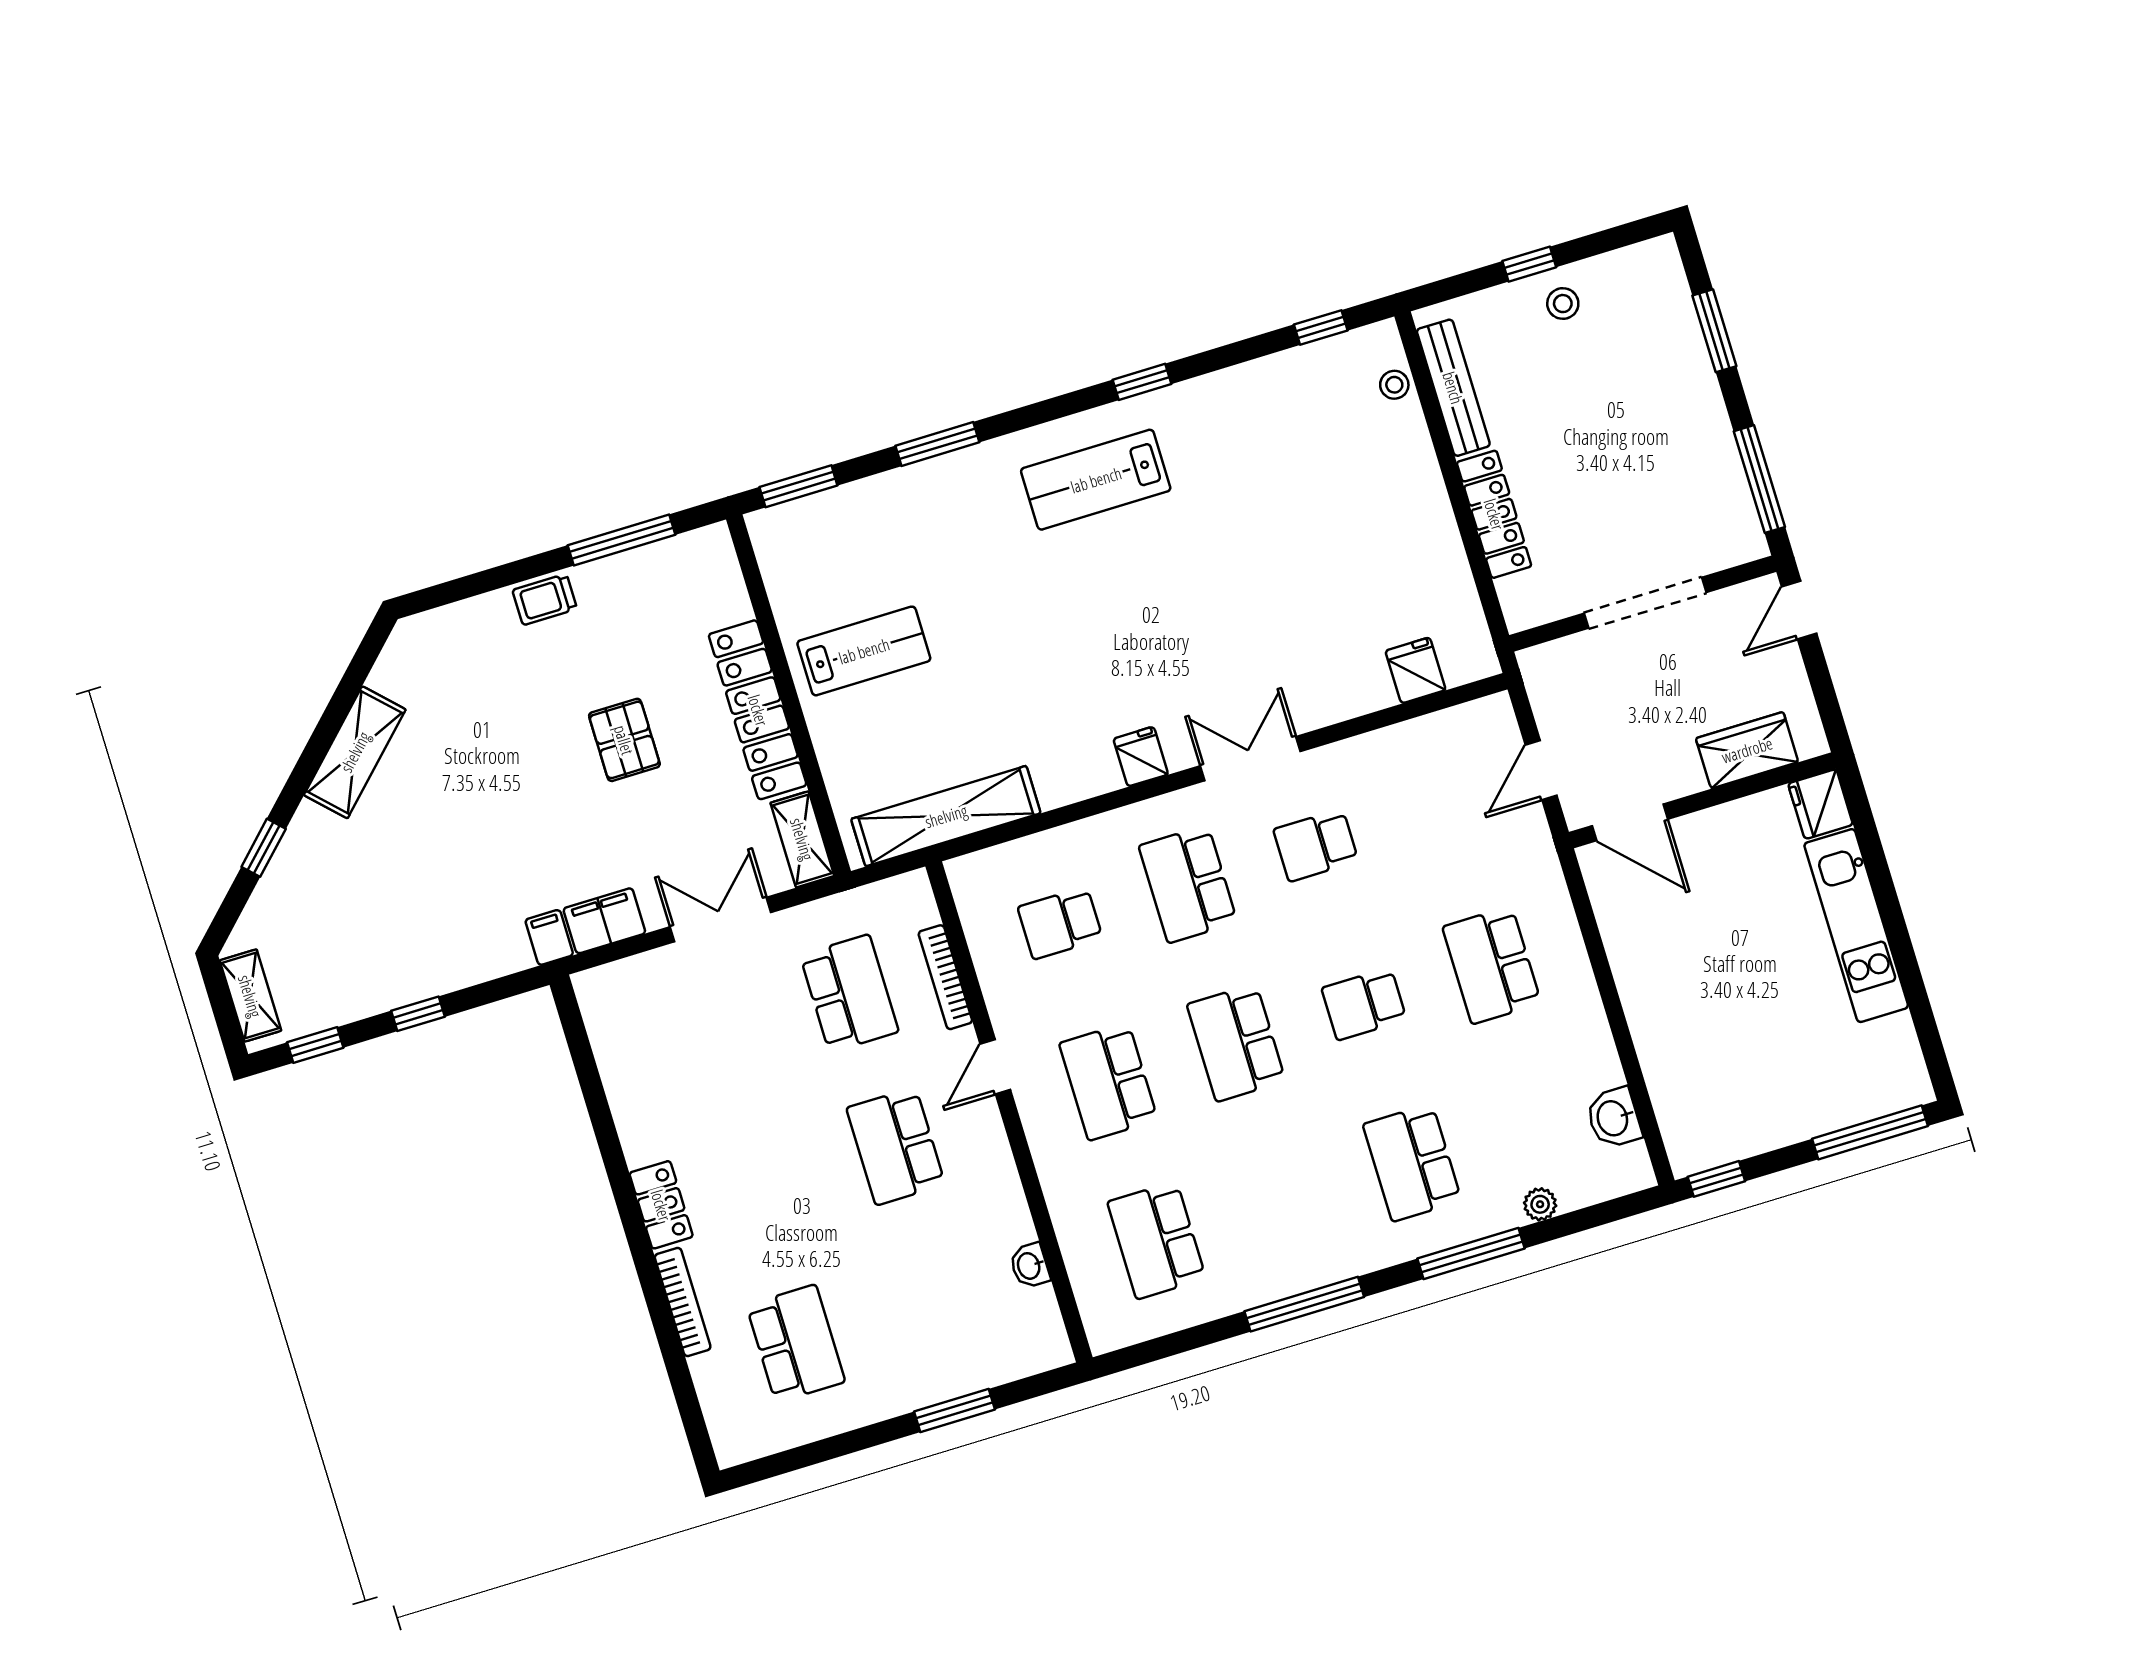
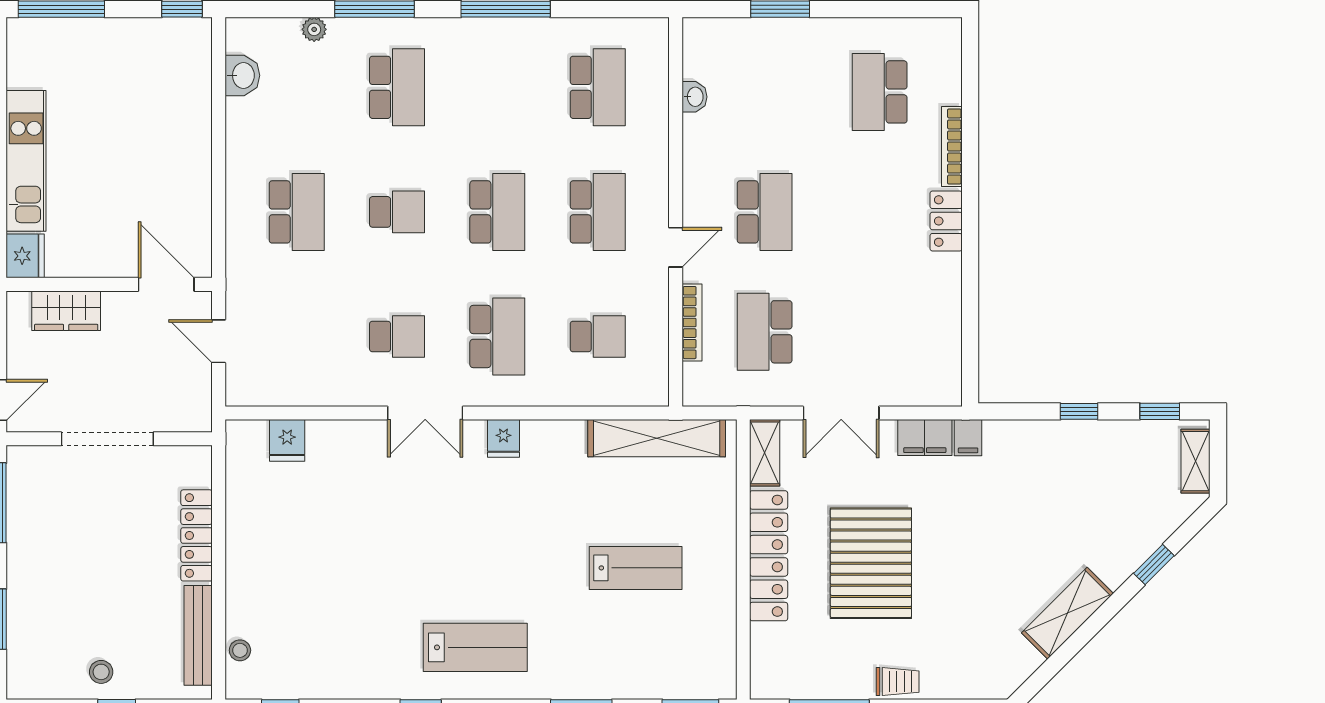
lab bench: (864, 651) -> (636, 568), moved, turned 180
pallet: (624, 740) -> (871, 563), width x2.05, depth x2.00
door: (1541, 770) -> (219, 341), swing flipped

